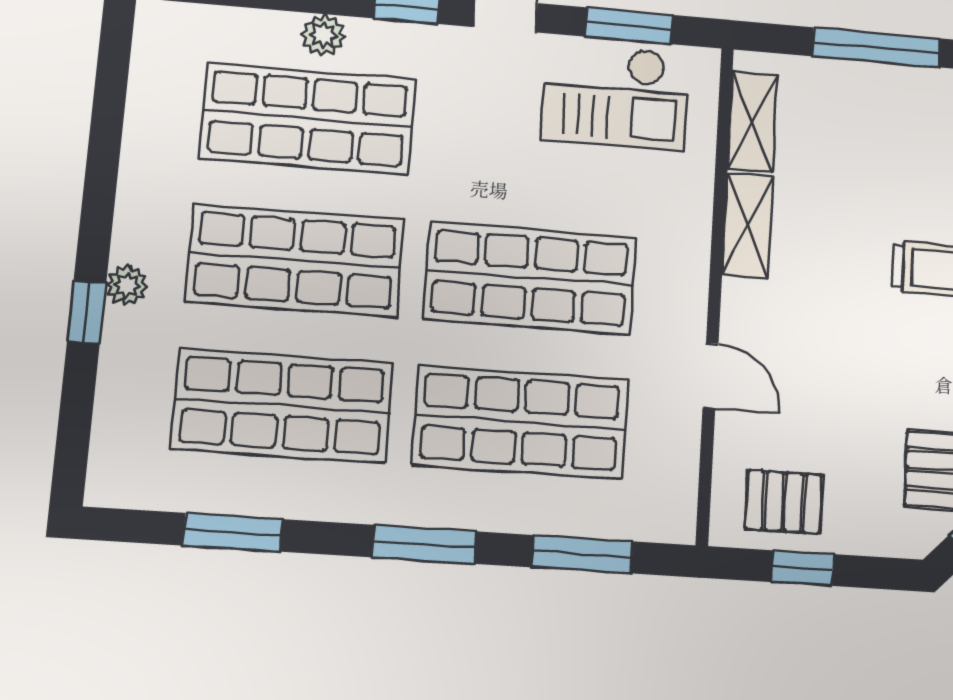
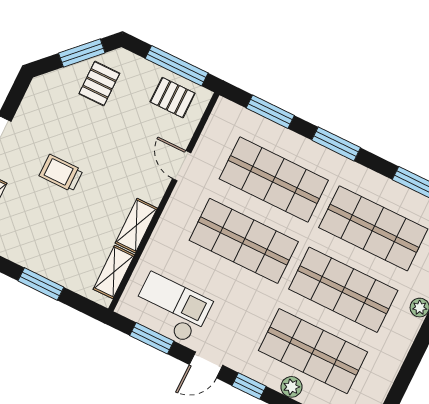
window: (877, 47) -> (41, 284), width x0.69
window: (803, 568) -> (177, 66), width x2.17

